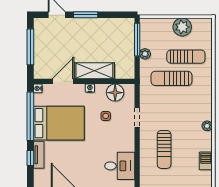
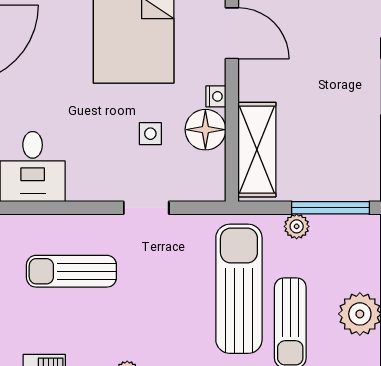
shelving: (94, 71) -> (257, 150), moved
sun lounger: (171, 78) -> (239, 289), width x1.36, depth x1.34
floor lamp: (115, 93) -> (205, 130), moved

